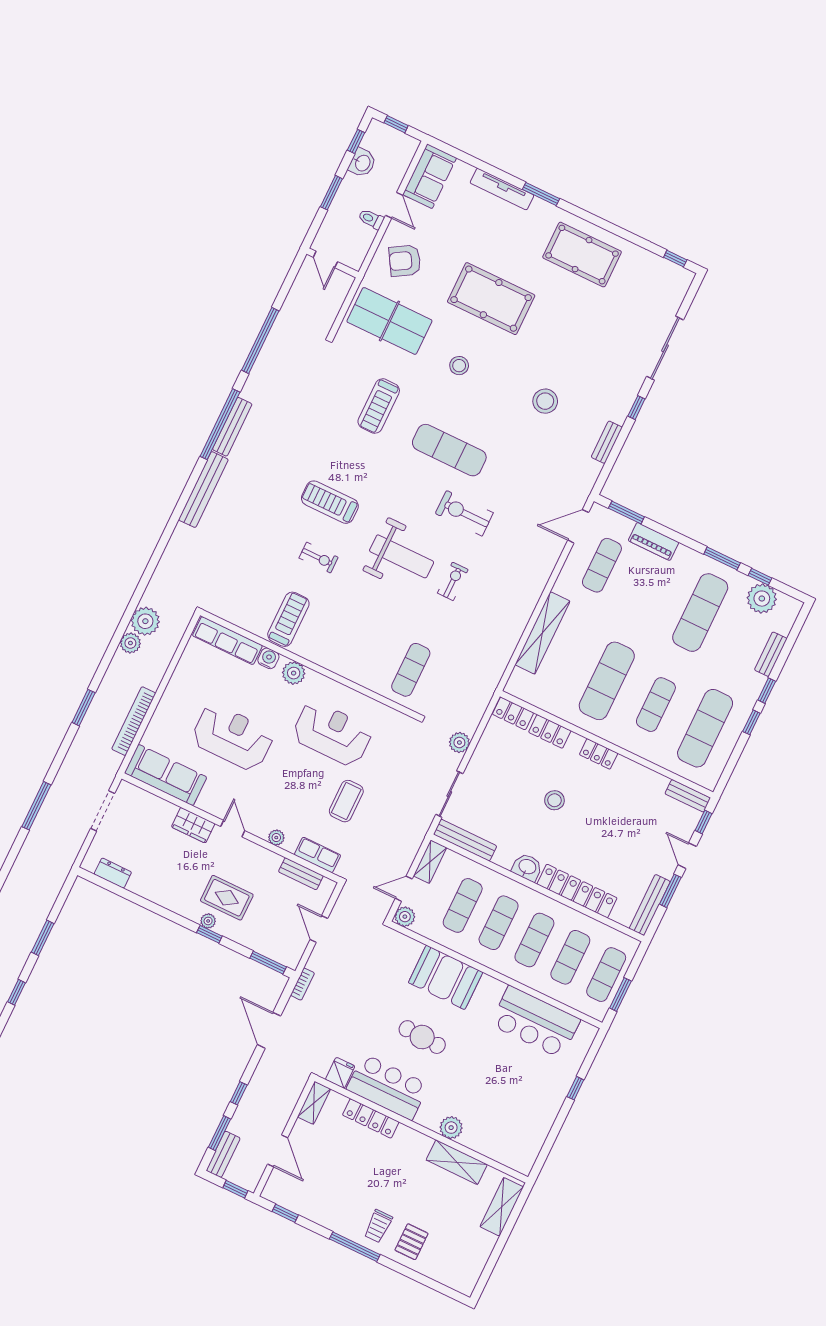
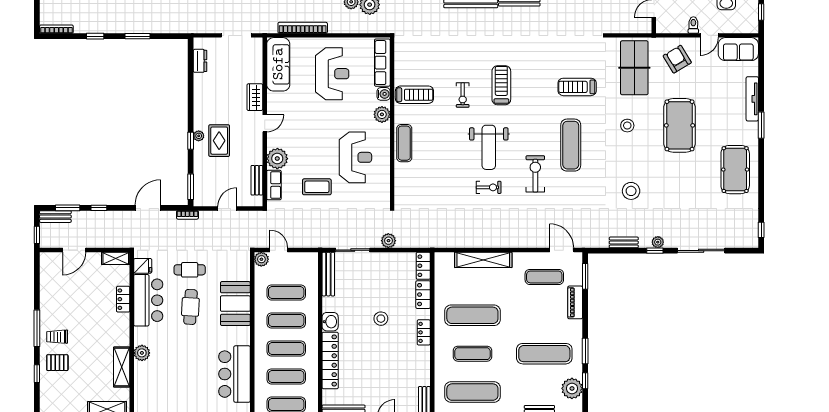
plant: (627, 398) -> (658, 242), added
exercise mat: (411, 670) -> (404, 143), moved, turned 90
reception desk: (233, 737) -> (332, 74), moved
plant: (276, 838) -> (277, 159), width x1.87, depth x1.87
shelving: (430, 862) -> (304, 258), removed
cafe table: (374, 1015) -> (190, 270), added
locker: (371, 1118) -> (123, 299), width x0.66
window: (285, 1213) -> (37, 374), moved

